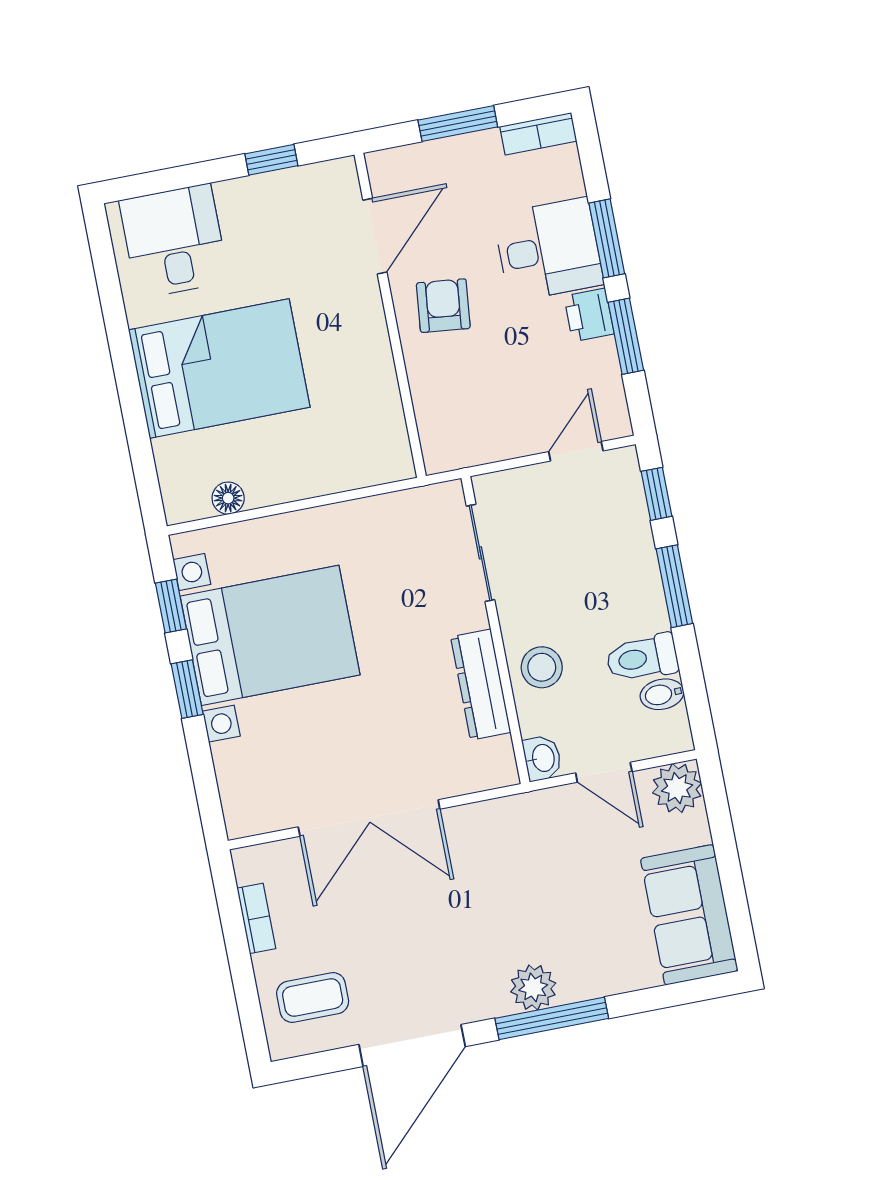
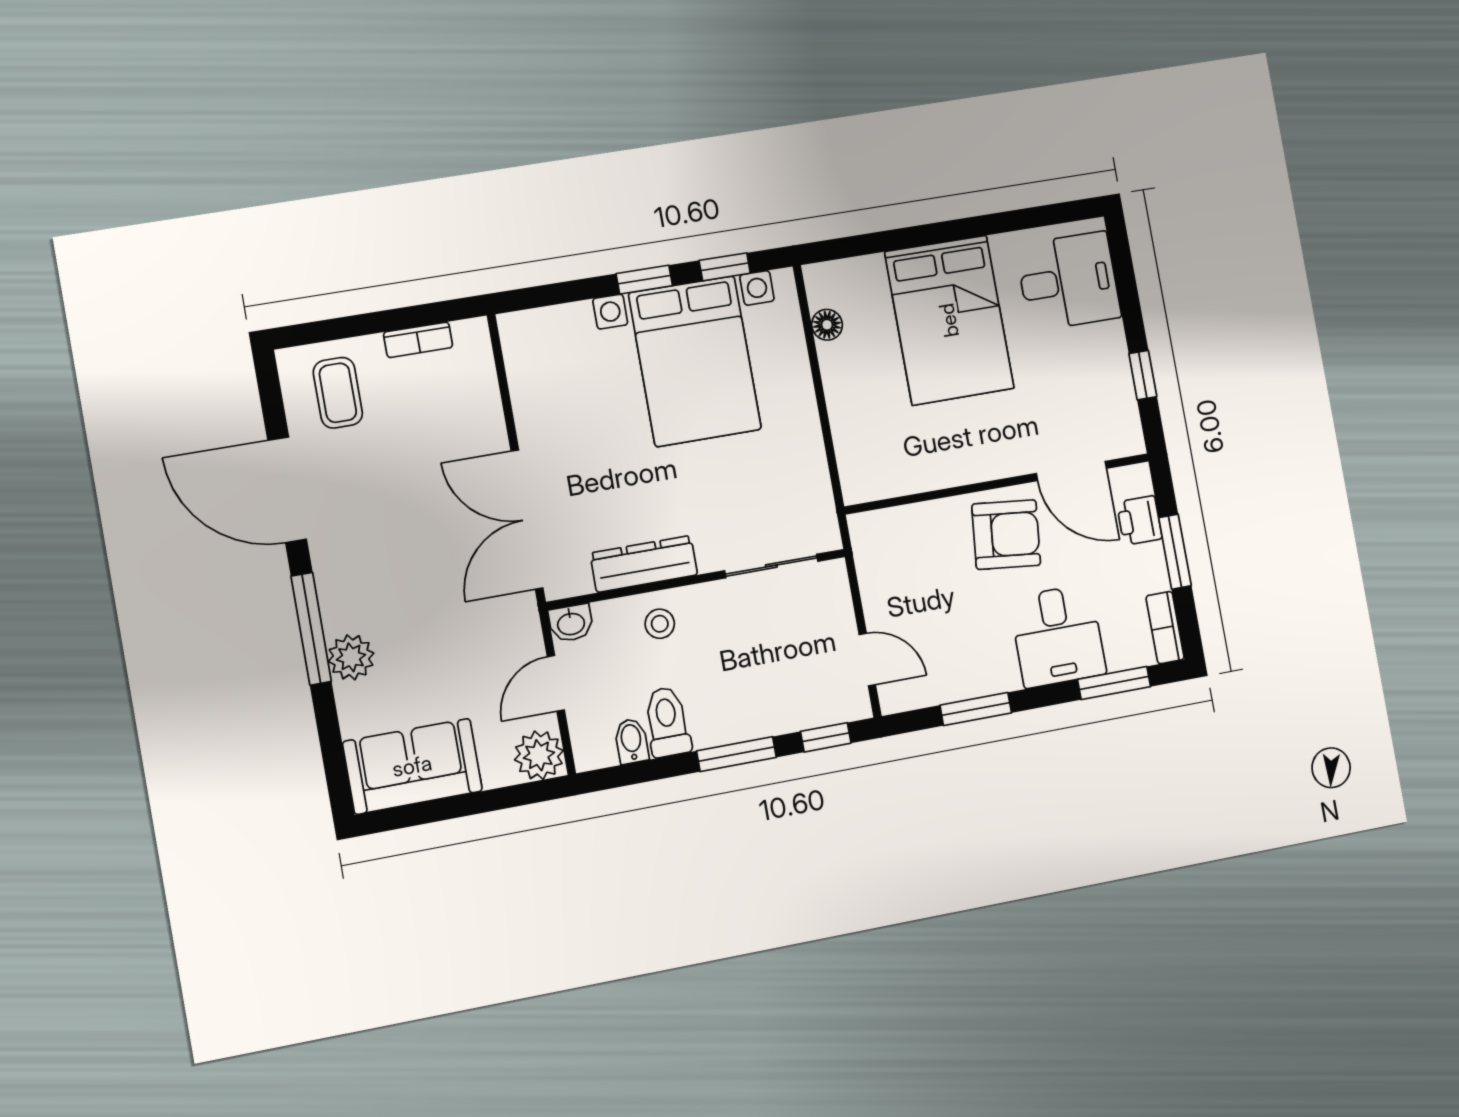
window: (607, 238) -> (1114, 683), moved
armchair: (443, 306) -> (1006, 535), width x1.38, depth x1.38
printer: (589, 315) -> (1139, 520), moved, turned -90
stool: (542, 667) -> (660, 624), width x0.73, depth x0.73
double door: (369, 818) -> (527, 520), moved
plant: (533, 987) -> (351, 657), moved

